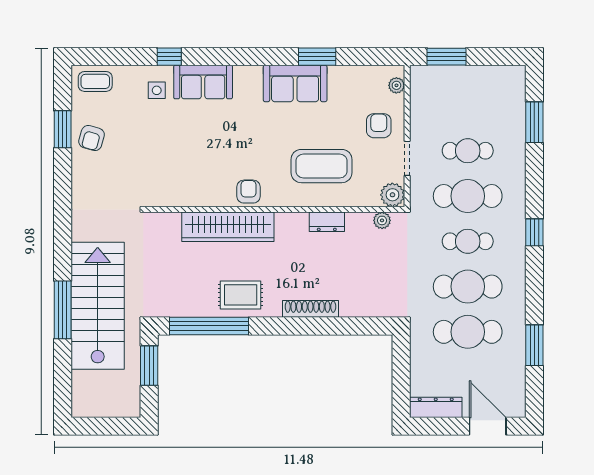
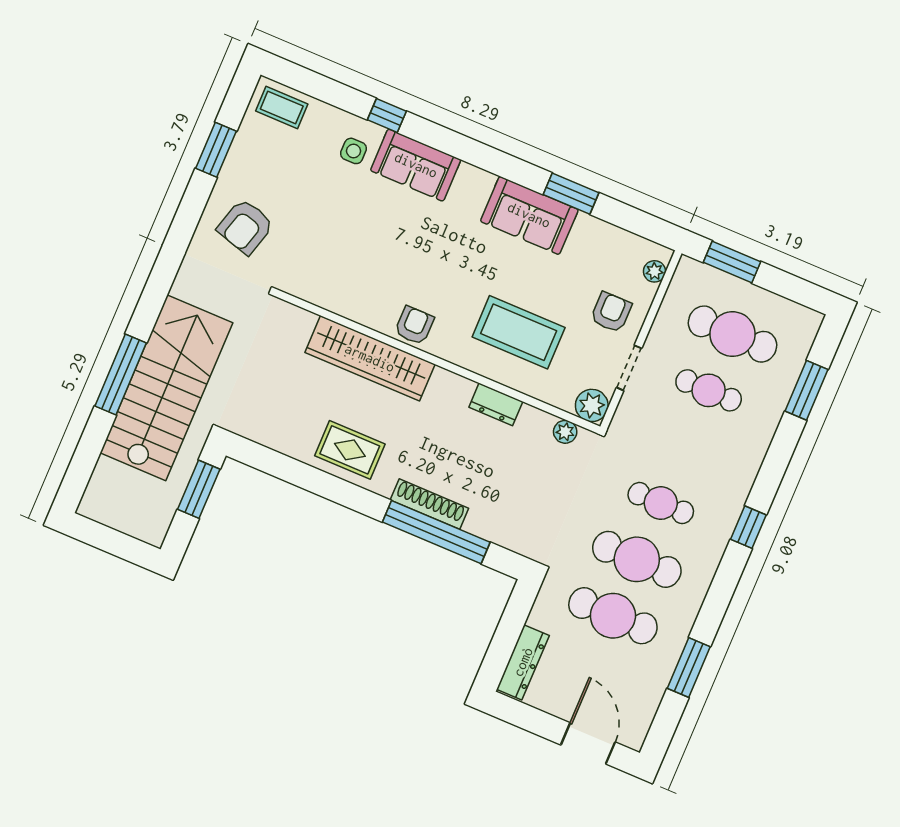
armchair: (92, 138) -> (246, 227), moved, width x1.38, depth x1.38
cafe table: (468, 196) -> (733, 334), moved
window: (209, 326) -> (436, 532), moved
dresser: (436, 407) -> (523, 662), moved, turned 90

